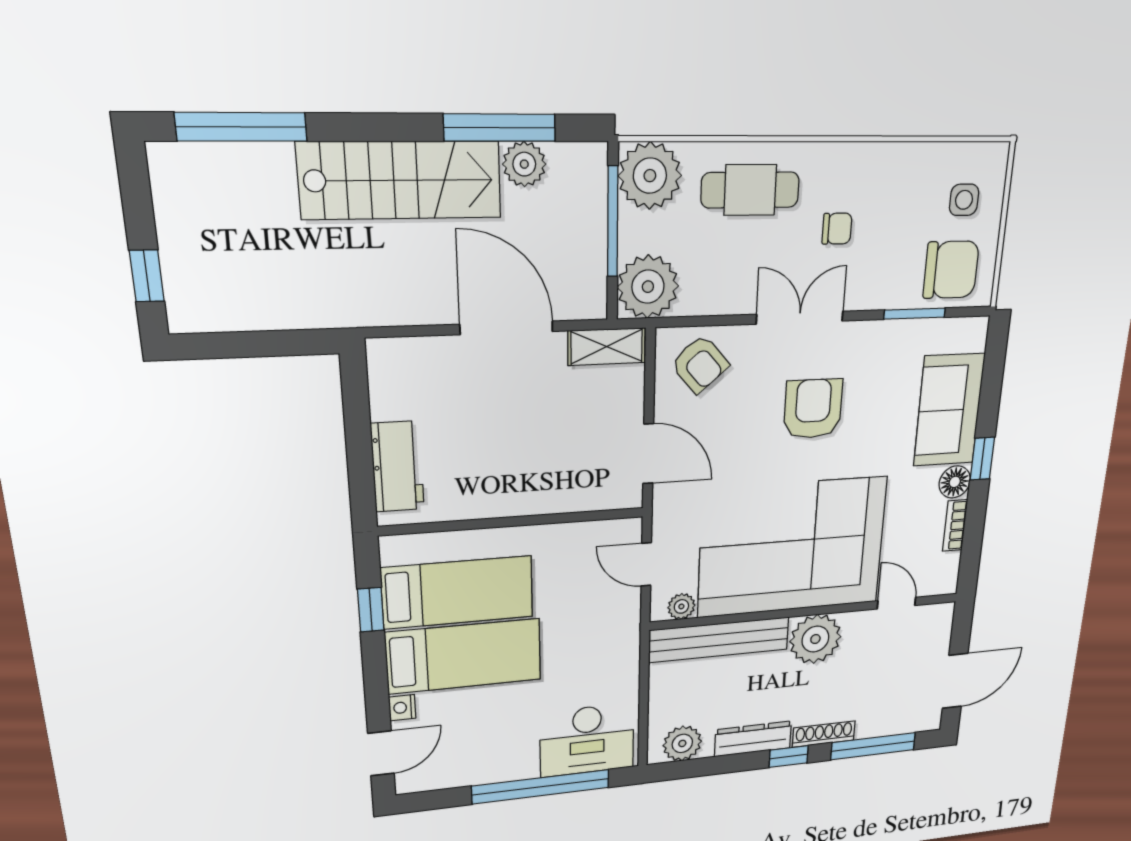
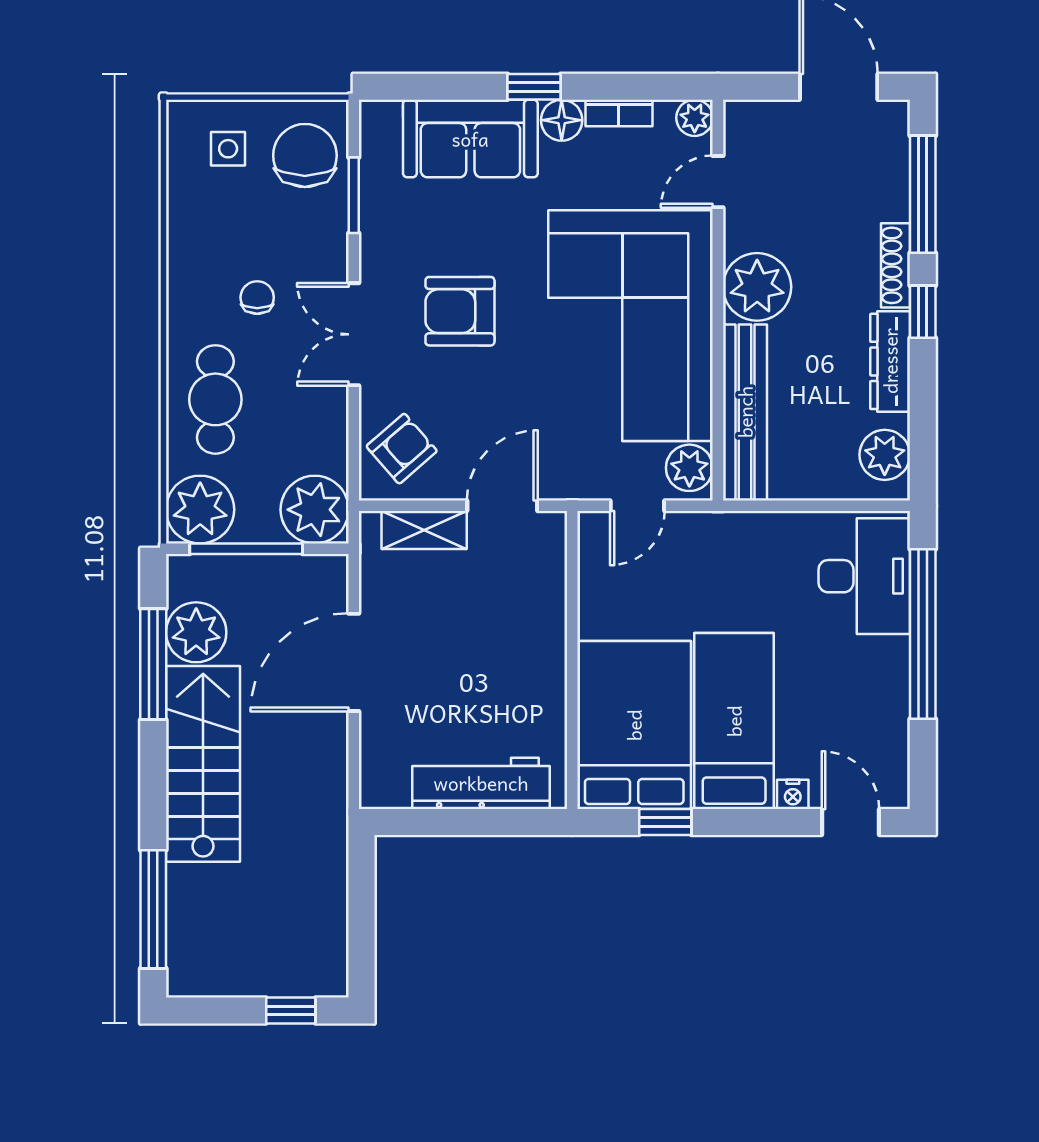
plant: (524, 164) -> (196, 632), width x1.36, depth x1.36
shelving: (607, 347) -> (424, 530), moved, turned 90
workbench: (398, 467) -> (481, 783), width x1.38
plant: (945, 582) -> (695, 118), added
bed: (458, 592) -> (634, 725), width x1.50
plant: (681, 606) -> (689, 468), width x1.38, depth x1.38

